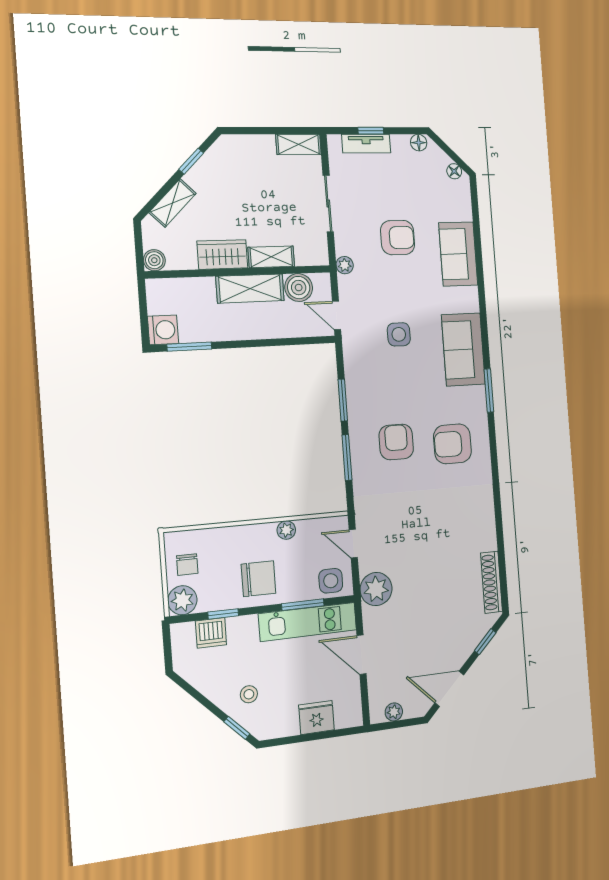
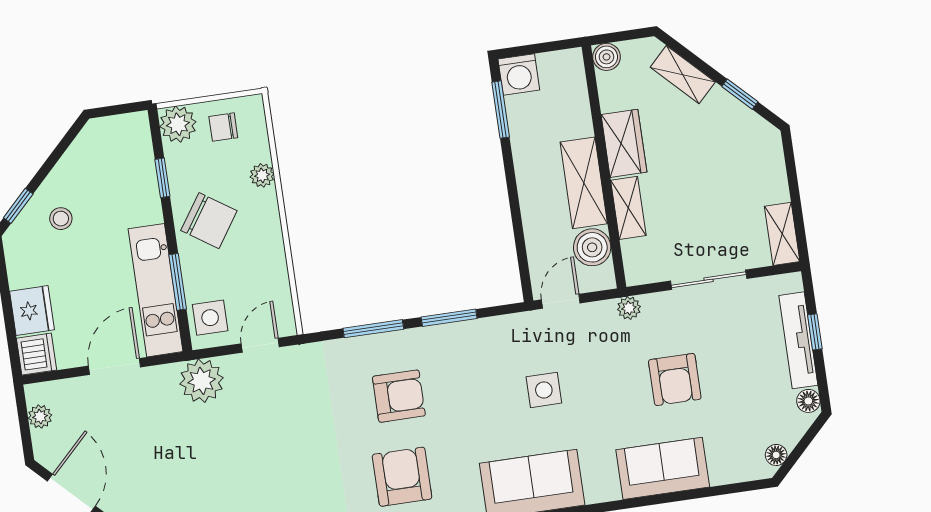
tv unit: (366, 144) -> (798, 340), width x1.41
plant: (286, 530) -> (262, 175), moved
chair: (259, 579) -> (209, 221), turned -56
dishwasher: (211, 633) -> (37, 354), moved, turned 180

